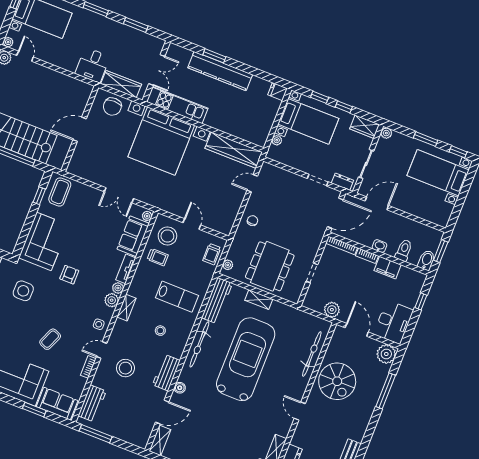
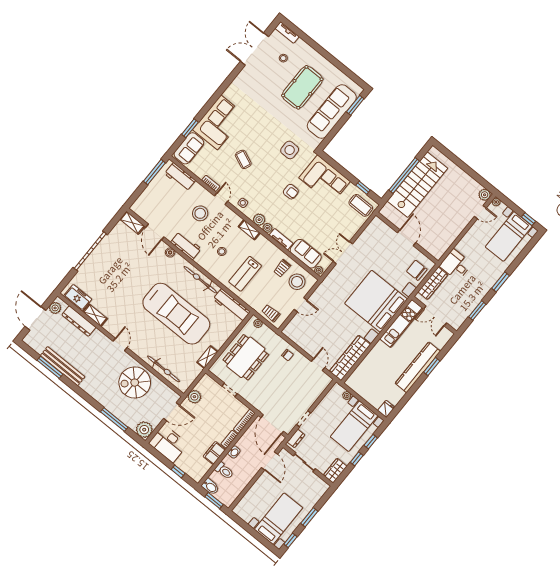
plant: (386, 133) -> (324, 487), removed
dining table: (270, 266) -> (246, 357), turned 90
shelving: (259, 300) -> (207, 357), moved
door: (300, 411) -> (120, 344), hinge flipped

